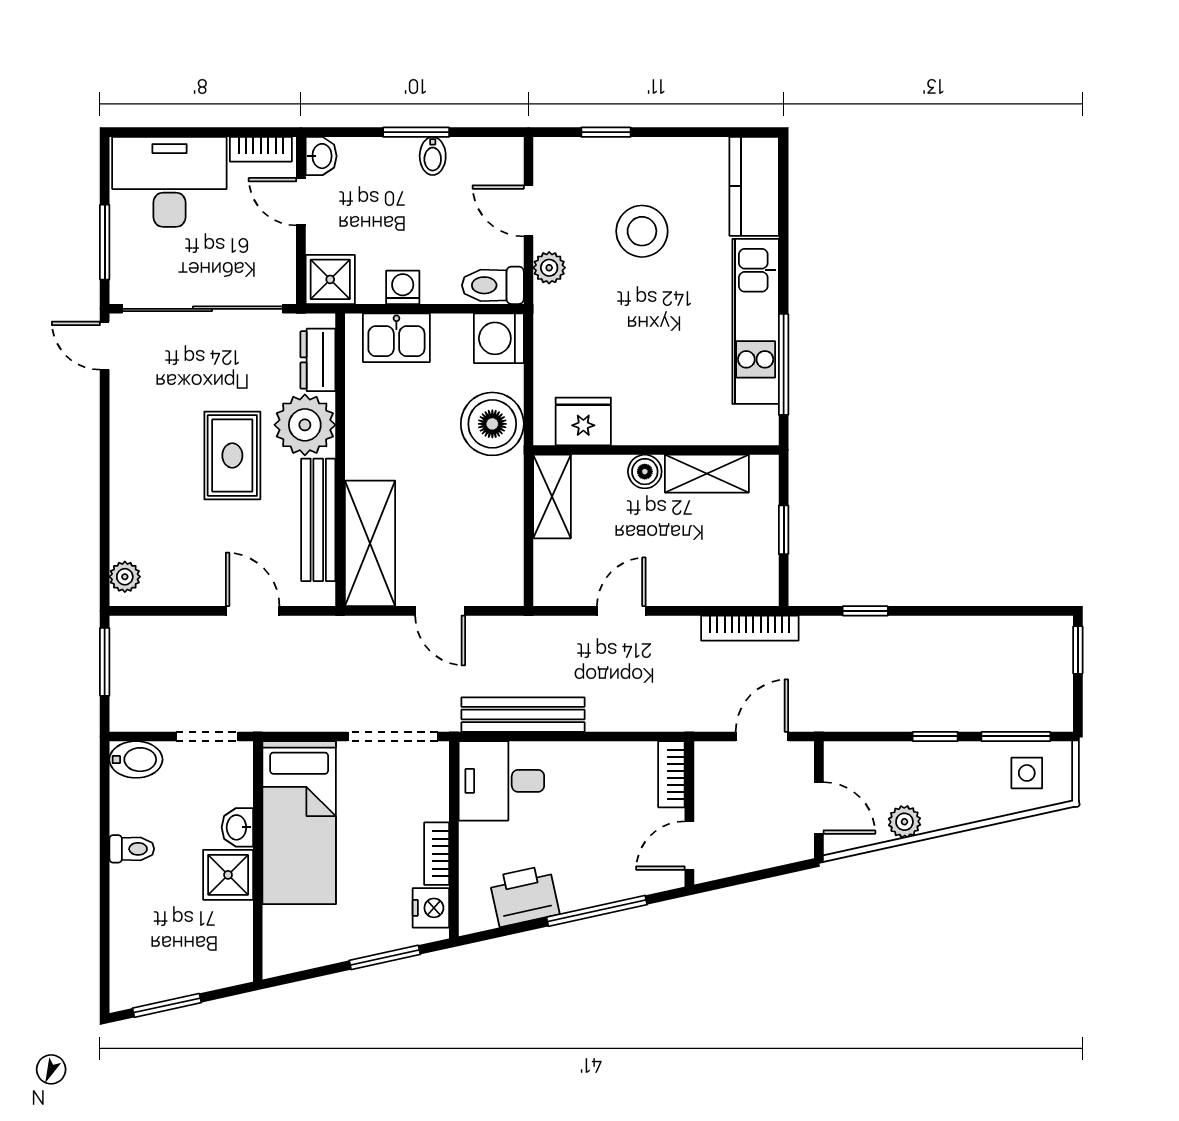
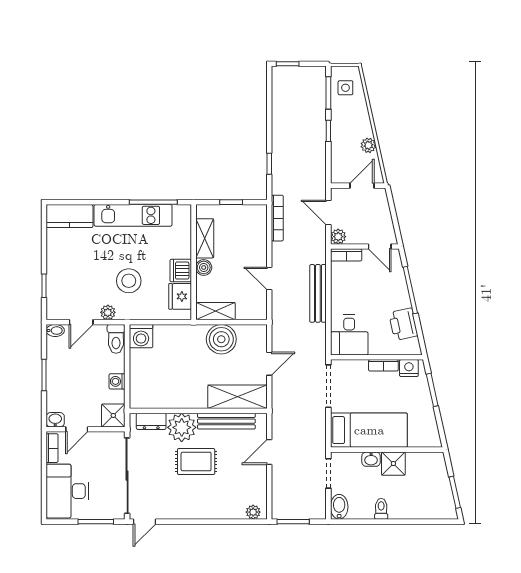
bidet: (433, 156) -> (55, 331), moved
stool: (642, 231) -> (129, 281), moved
kitchen sink: (396, 338) -> (141, 384), removed
dishwasher: (638, 423) -> (181, 271), added
boiler: (492, 424) -> (221, 339), moved
bench: (523, 715) -> (318, 293), moved
plant: (710, 758) -> (338, 237), added

